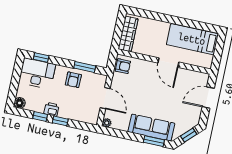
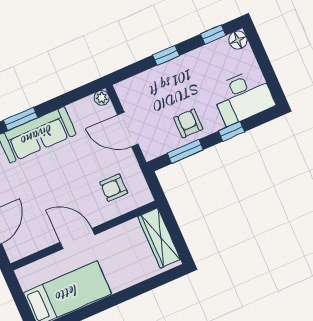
window: (41, 58) -> (232, 131), moved
armchair: (123, 66) -> (114, 188), moved
printer: (51, 109) -> (189, 62), removed
window: (40, 117) -> (213, 35), moved

